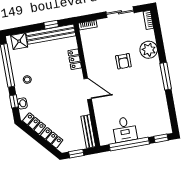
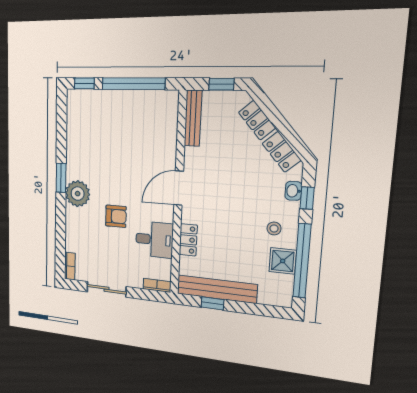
shower: (19, 41) -> (283, 261), moved
plant: (149, 50) -> (78, 194), moved
armchair: (123, 61) -> (116, 216), turned 90
window: (166, 76) -> (61, 178), width x0.69
door: (88, 89) -> (179, 188), hinge flipped
desk: (125, 129) -> (154, 240), moved, turned 90

